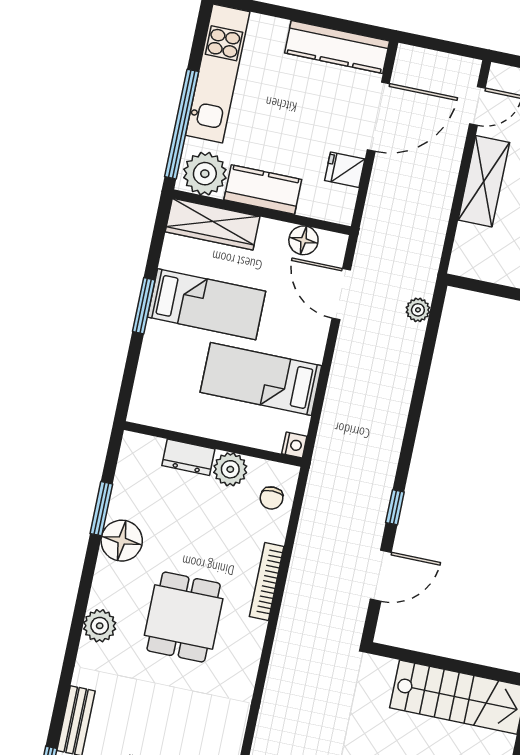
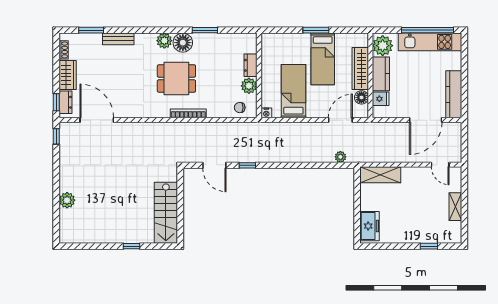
door: (378, 117) -> (426, 120), hinge flipped
window: (182, 124) -> (427, 30), moved
fridge: (345, 170) -> (381, 99), moved, turned 90
shelving: (484, 181) -> (380, 175), moved
wardrobe: (213, 224) -> (360, 68), moved
window: (101, 509) -> (205, 30), moved
floor lamp: (122, 541) -> (183, 43), moved
bookcase: (267, 581) -> (188, 113), moved

